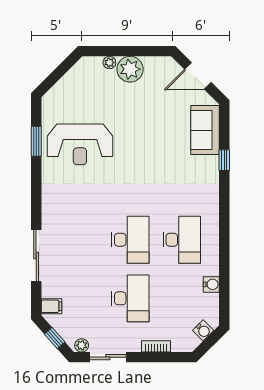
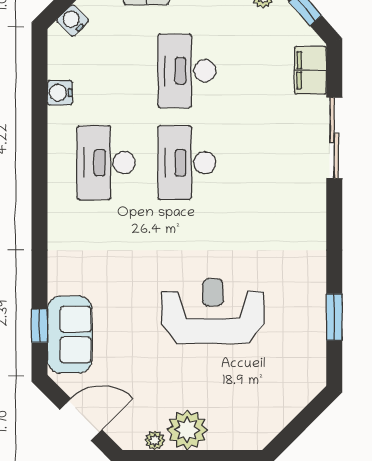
plant: (109, 63) -> (155, 440), moved
reception desk: (80, 144) -> (213, 311), moved
window: (224, 160) -> (40, 326), moved
filing cabinet: (51, 306) -> (310, 70), width x2.00

